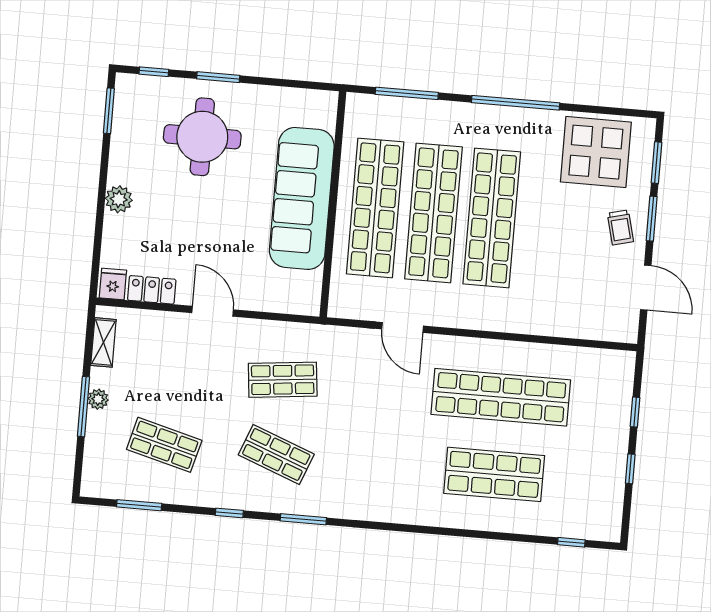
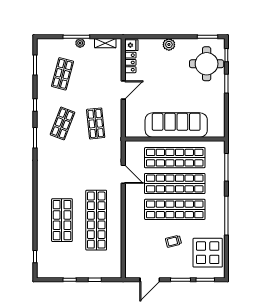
round table: (202, 137) -> (207, 64), moved
trolley: (620, 227) -> (173, 241), moved
door: (403, 327) -> (123, 174), swing flipped

